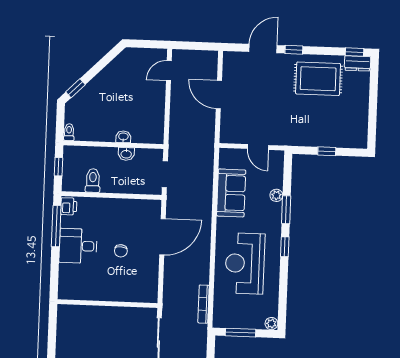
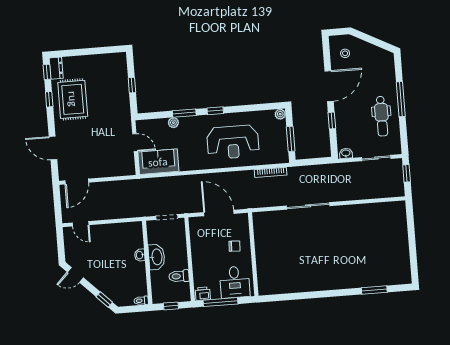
window: (294, 50) -> (49, 99), moved
door: (109, 57) -> (75, 275), added
door: (219, 95) -> (77, 182), moved
door: (258, 147) -> (135, 143), hinge flipped
washbasin: (126, 154) -> (157, 257), width x1.91, depth x1.45
sofa: (231, 193) -> (158, 162), moved
wall: (107, 304) -> (253, 254), moved

